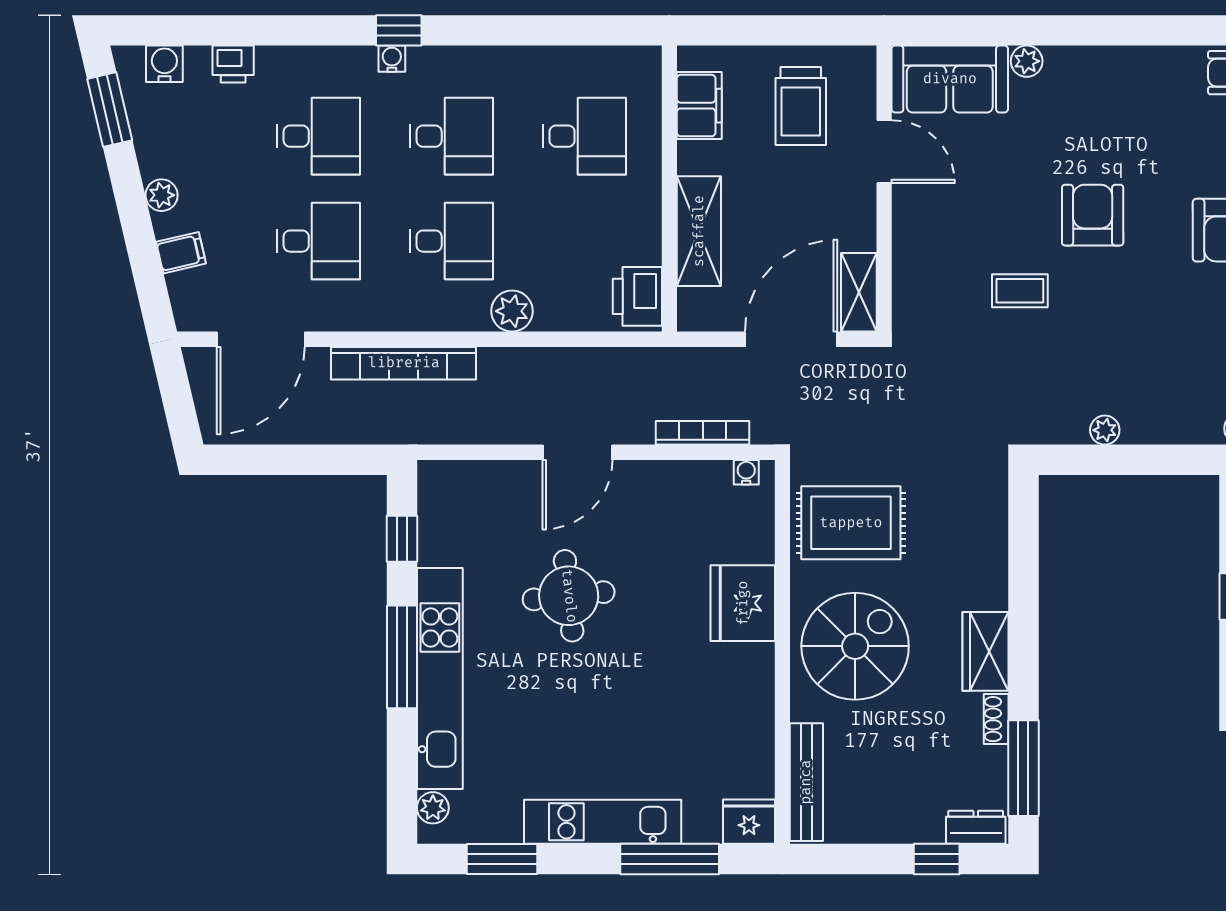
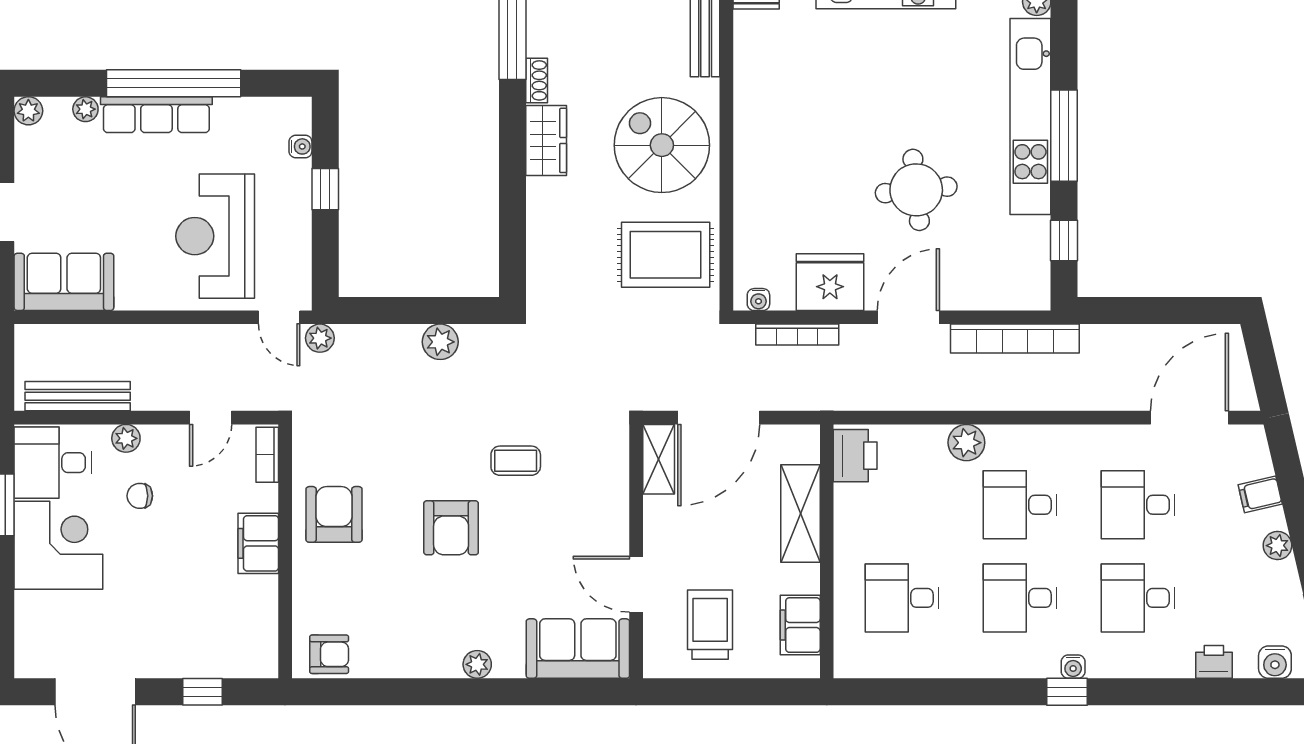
plant: (1027, 61) -> (477, 664), moved
bookcase: (404, 363) -> (1015, 339), moved, turned 180
plant: (1105, 430) -> (440, 342), width x1.38, depth x1.38
fridge: (743, 603) -> (830, 282), moved, turned -90
spiral stairs: (855, 646) -> (662, 145), turned 90

